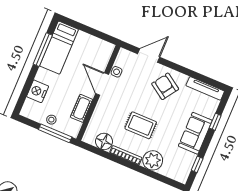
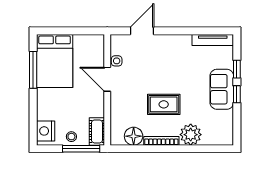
bed: (59, 48) -> (55, 61), width x1.50
armchair: (165, 86) -> (172, 55), removed
nightstand: (38, 91) -> (46, 131), moved
cot: (82, 108) -> (97, 131), moved
window: (197, 164) -> (237, 94), moved

